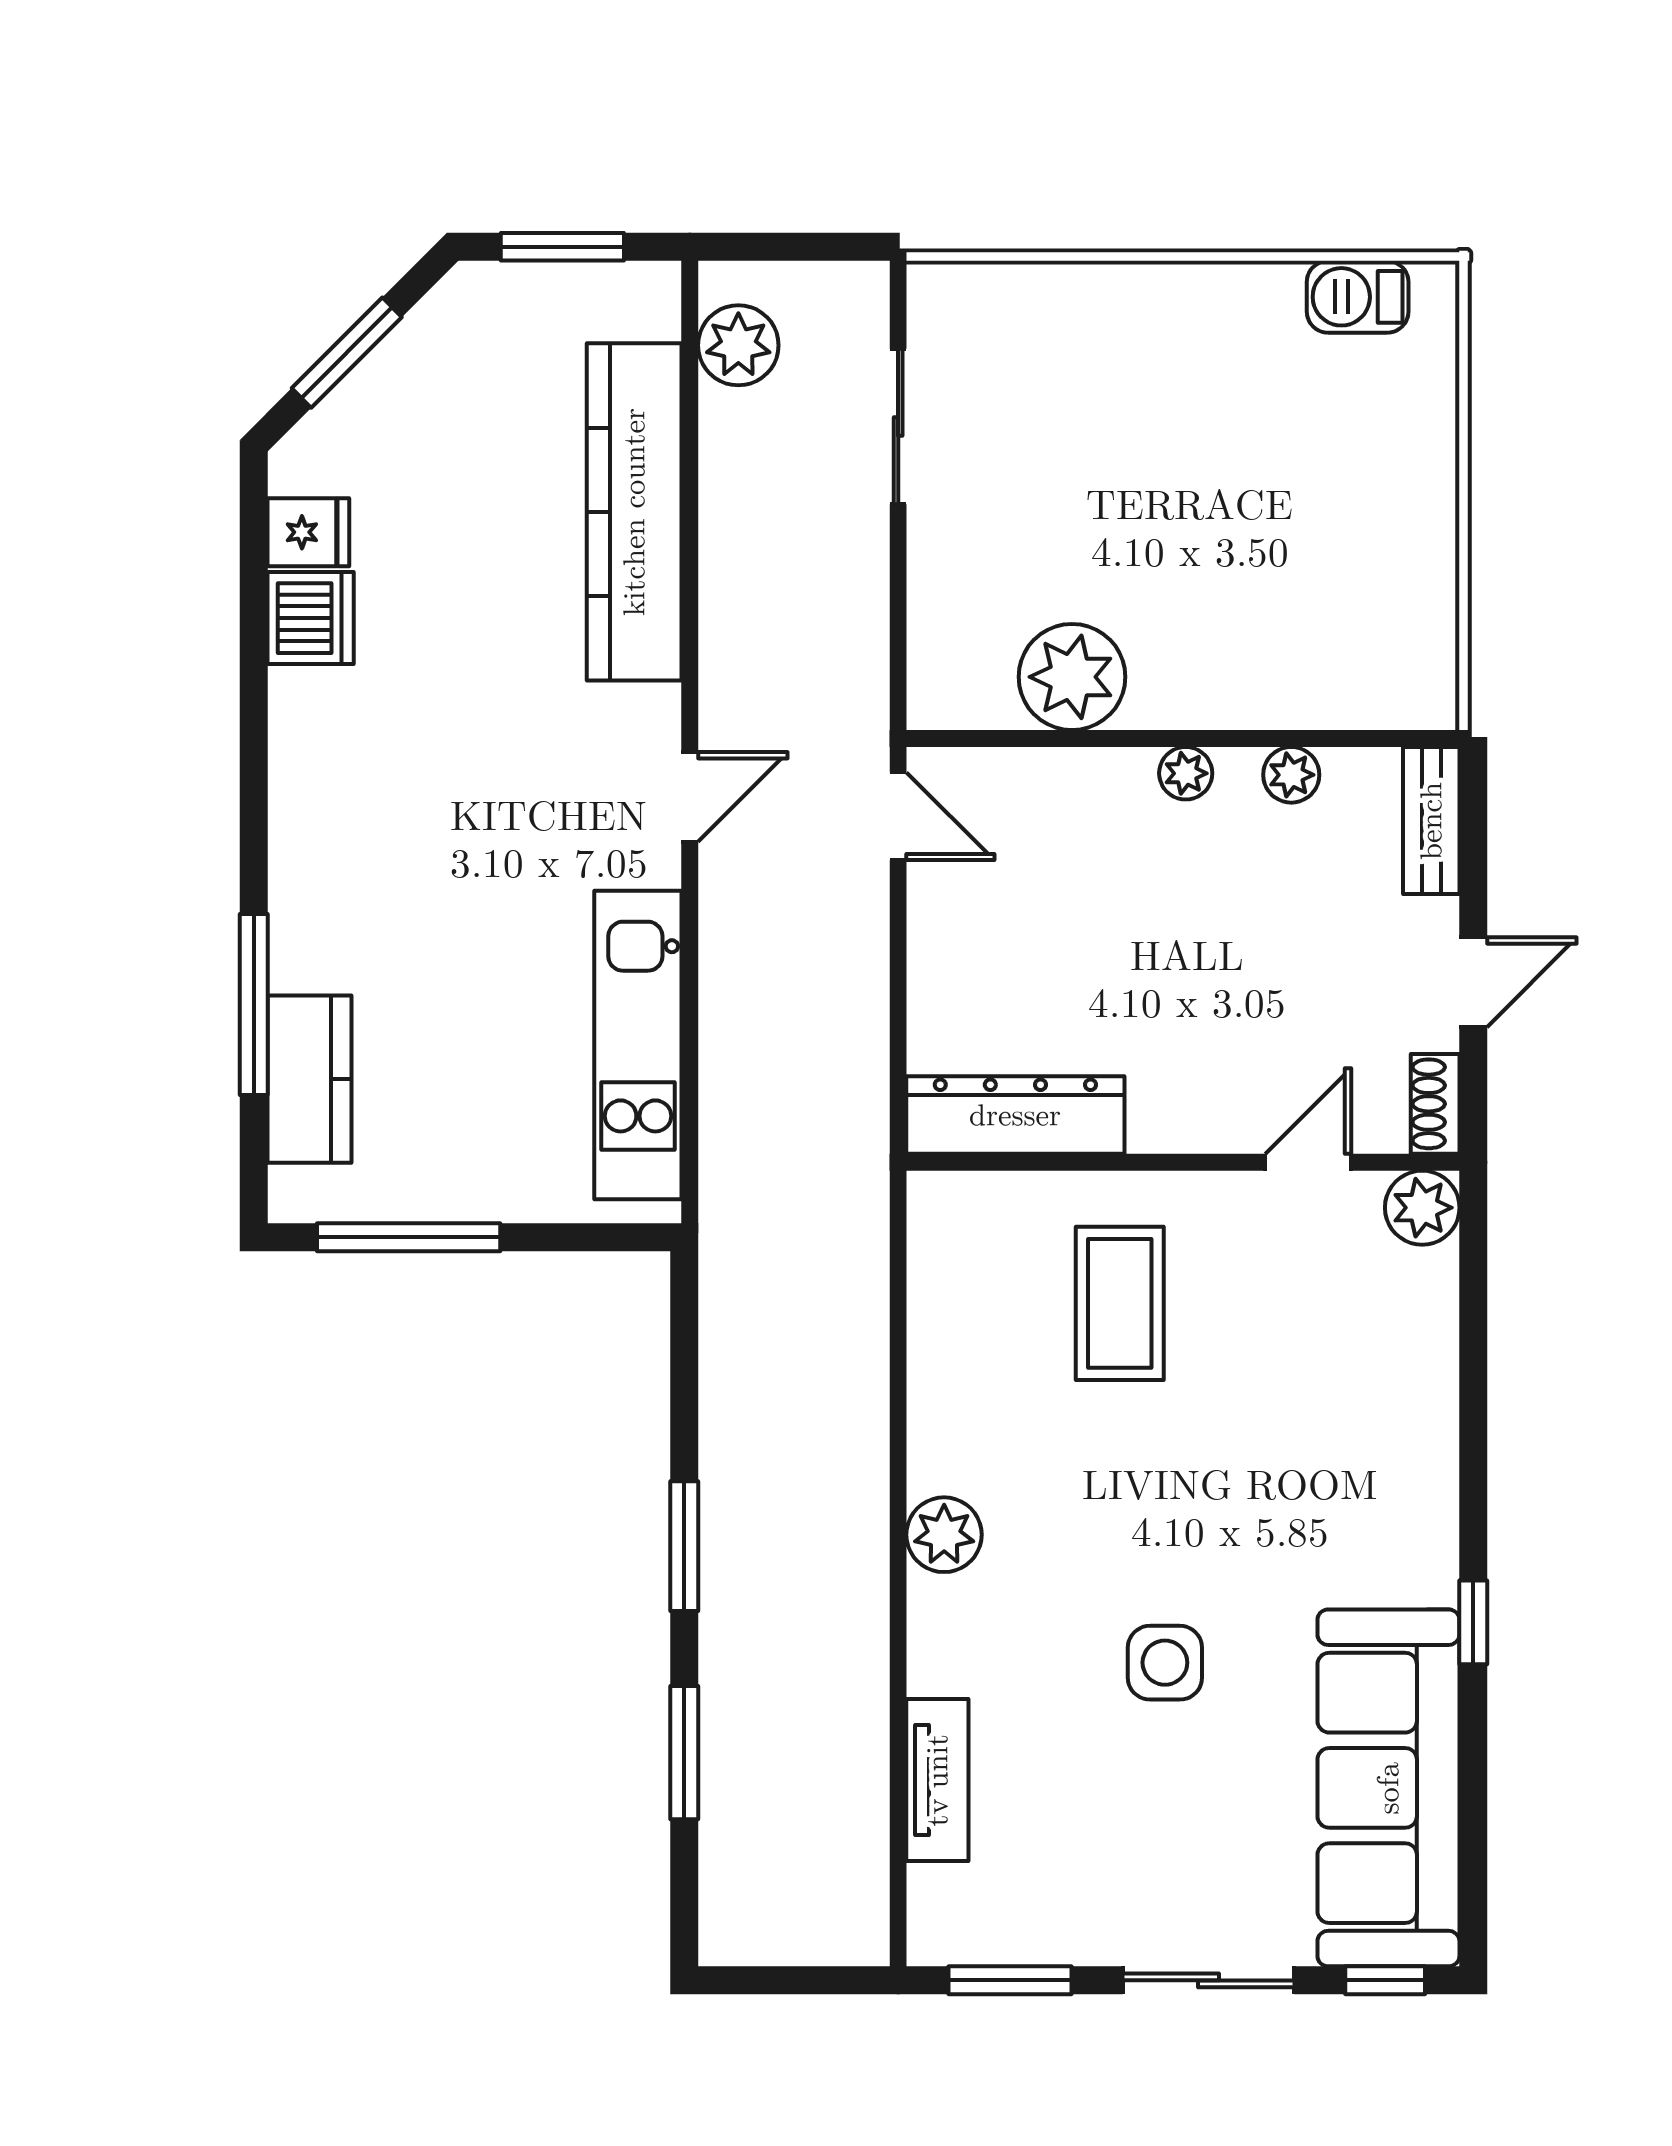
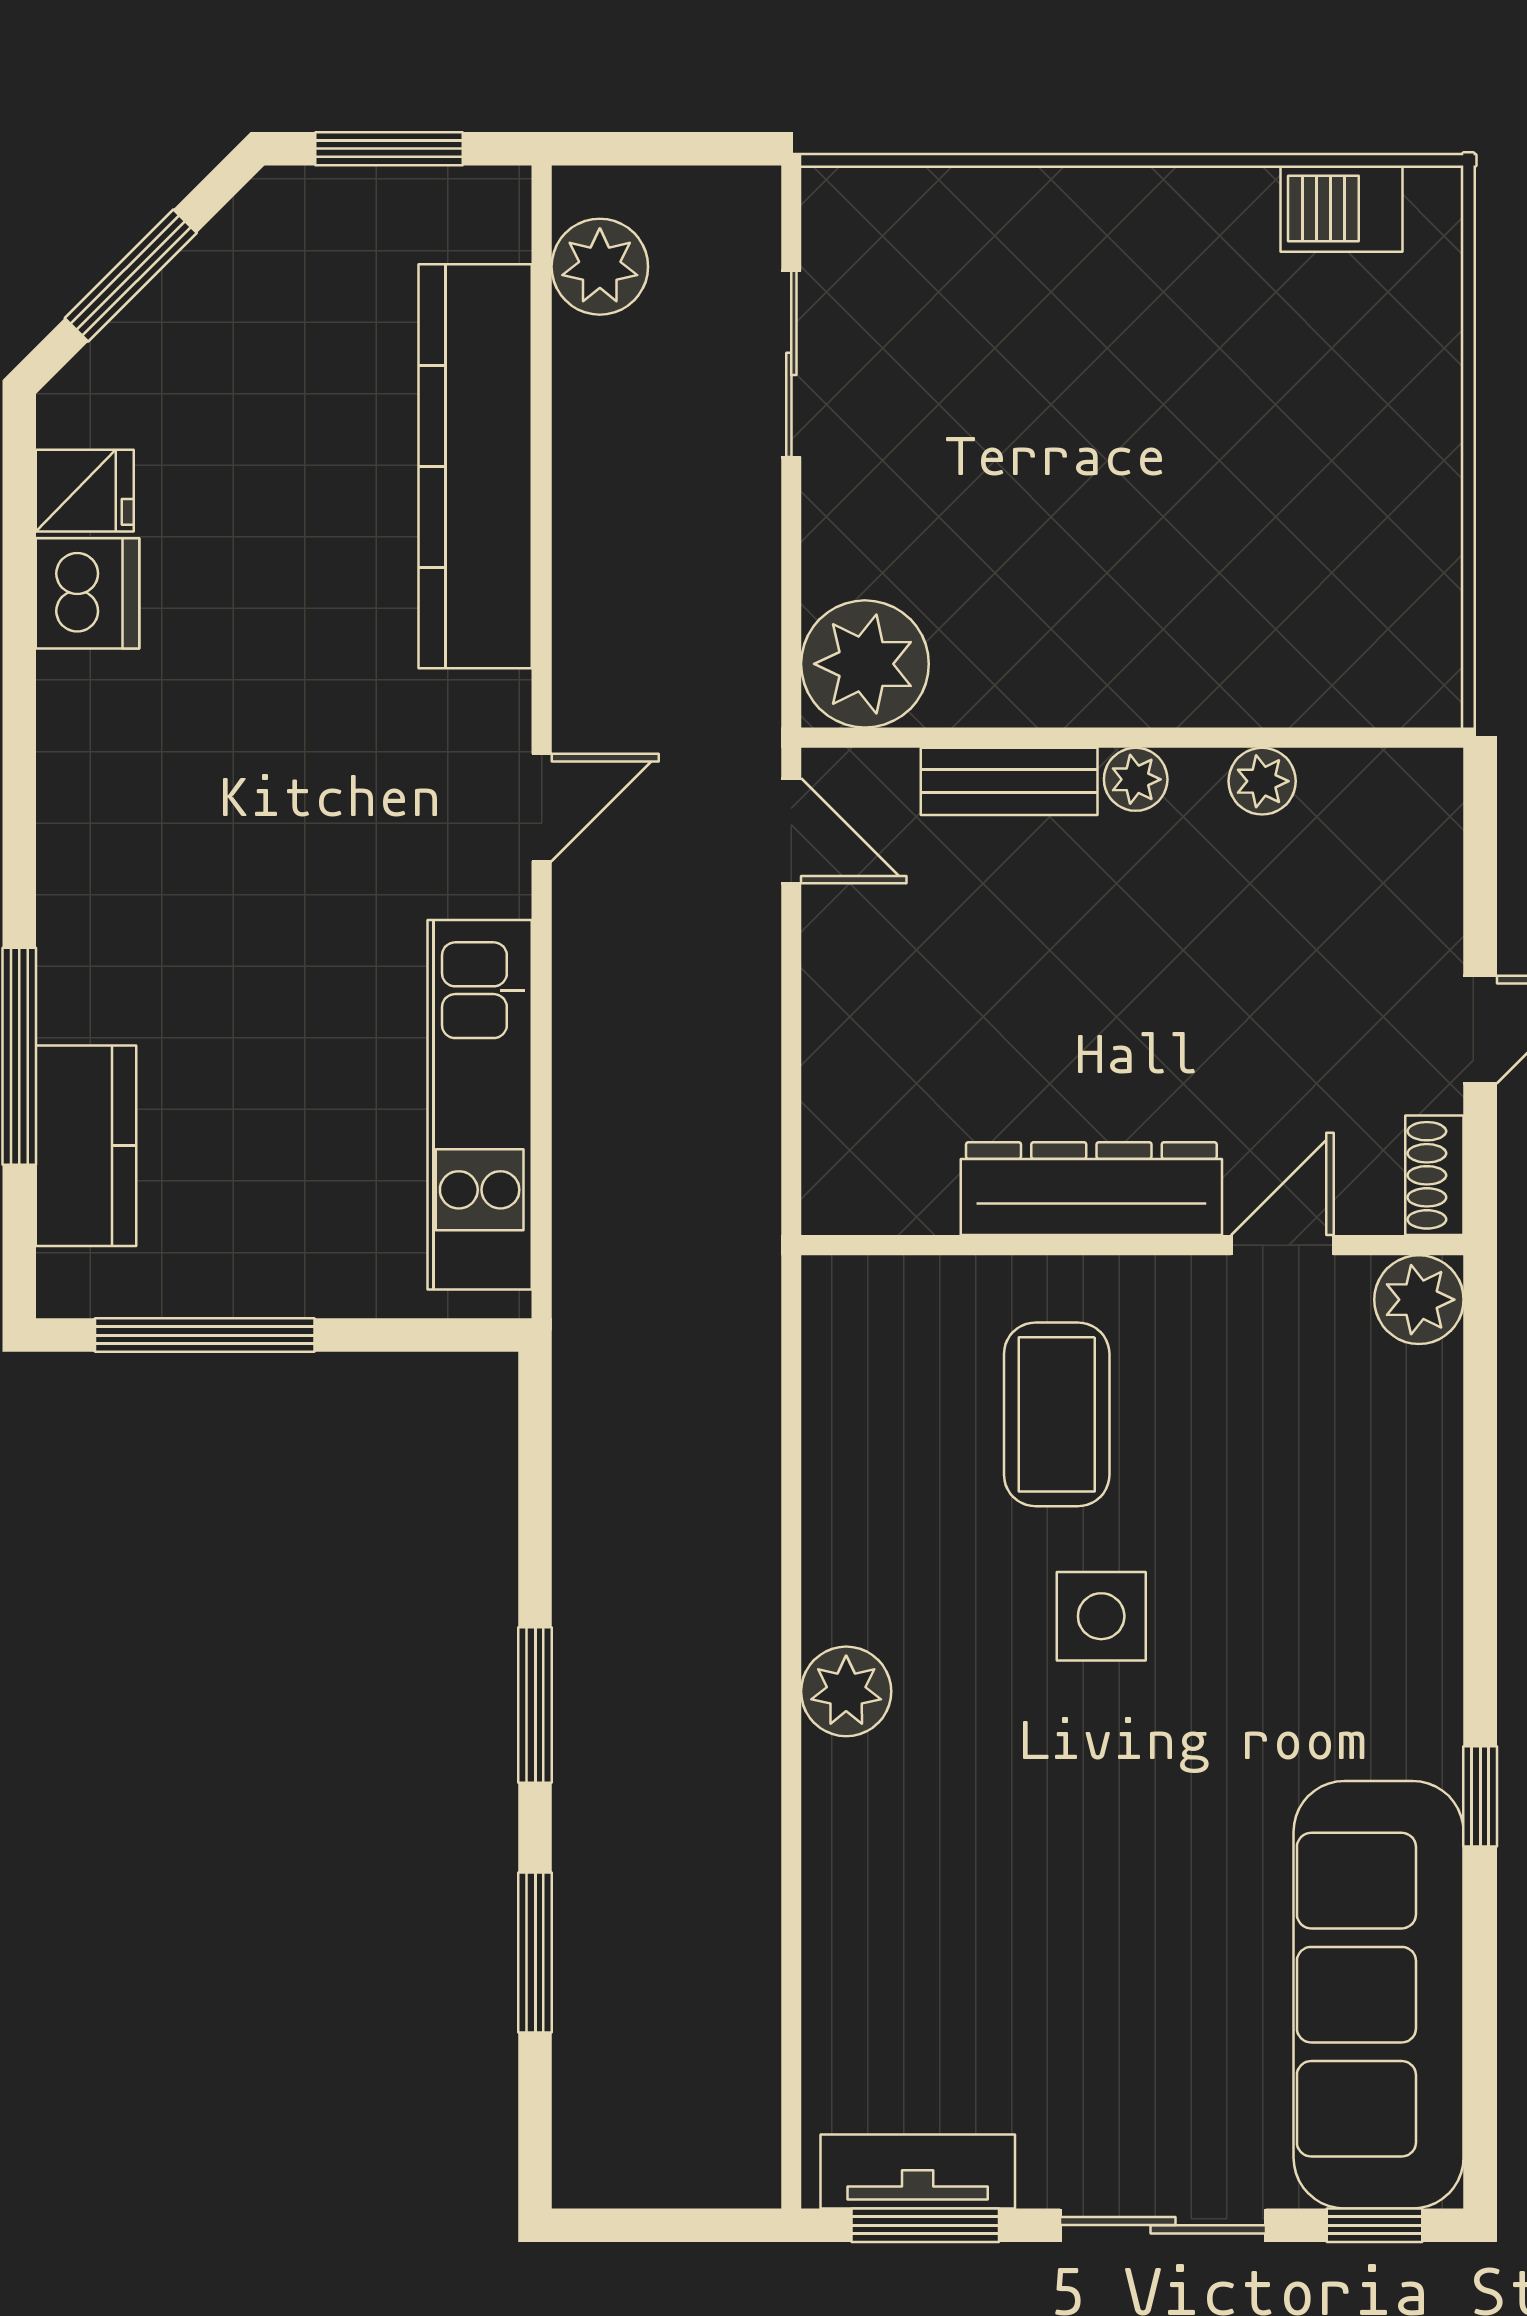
plant: (1072, 677) -> (865, 664), moved
bench: (1431, 821) -> (1009, 781), moved, turned 90
dresser: (1015, 1115) -> (1091, 1189), moved
side table: (1165, 1663) -> (1101, 1616), moved
tv unit: (937, 1780) -> (918, 2171), moved, turned -90

